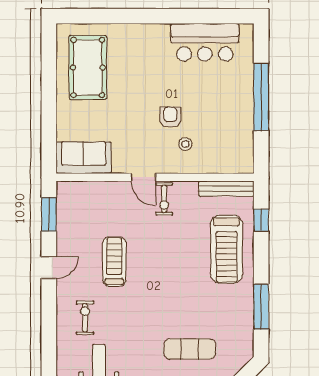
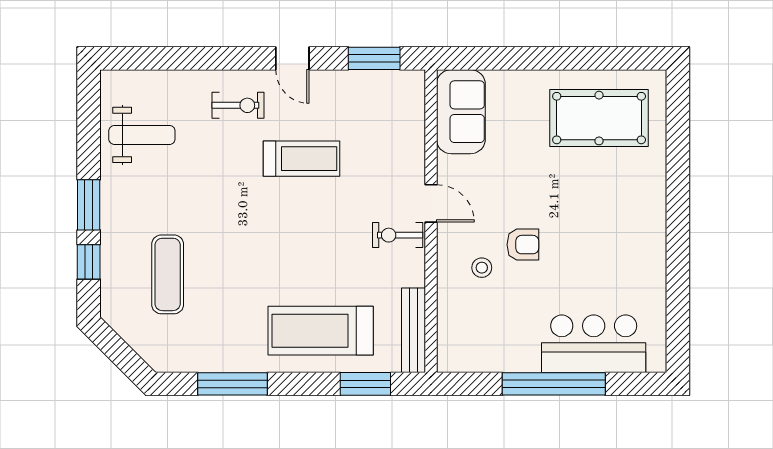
bar counter: (205, 42) -> (594, 344), moved, turned 90
door: (143, 177) -> (431, 203), swing flipped
window: (261, 220) -> (365, 384), width x1.50
exercise bike: (85, 318) -> (238, 105), moved

